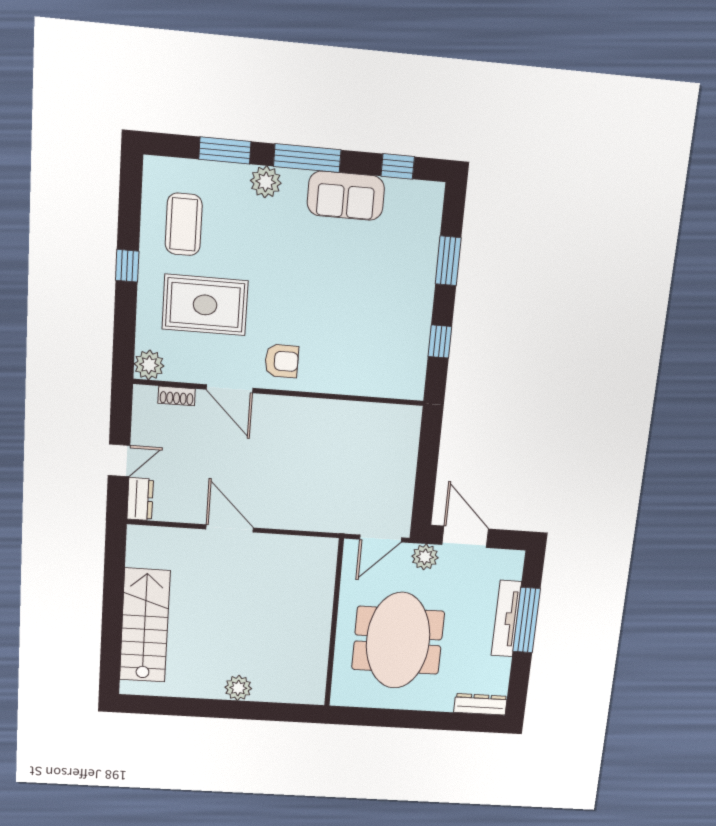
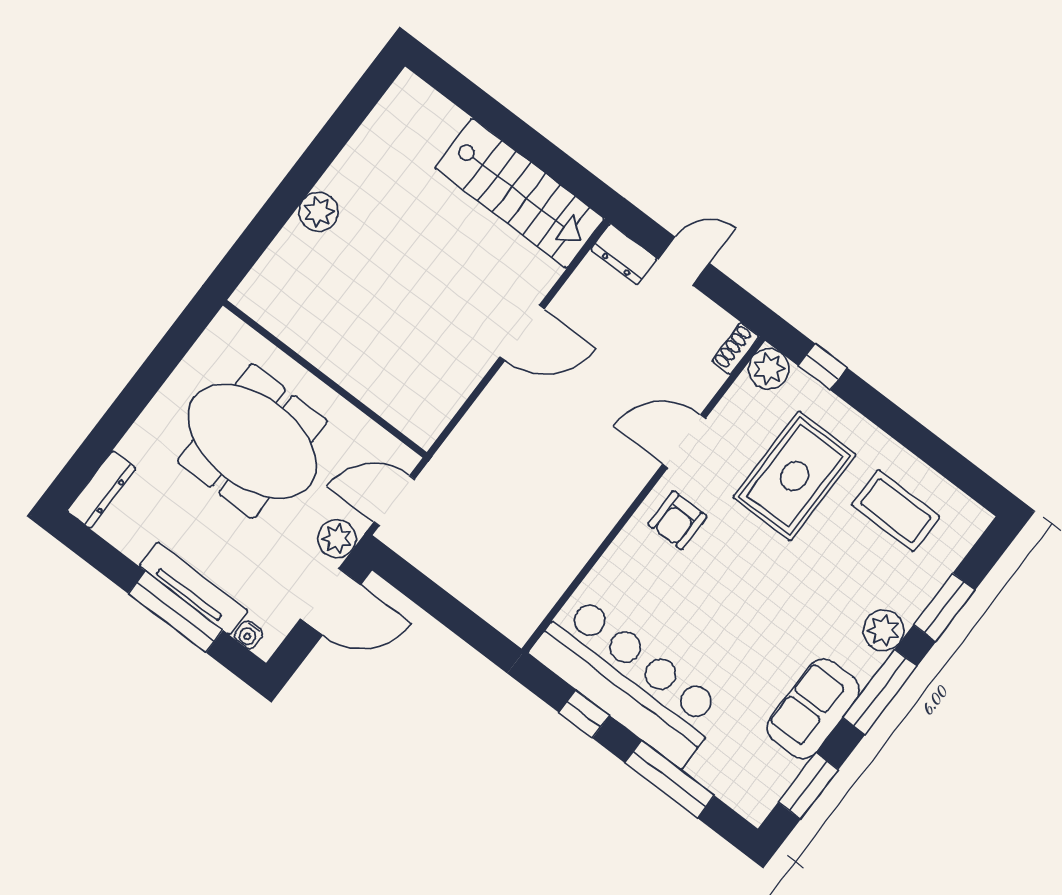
window: (398, 166) -> (808, 786), width x1.50
window: (448, 261) -> (669, 779), width x1.44
window: (127, 266) -> (823, 367), moved
bar counter: (402, 328) -> (628, 680), added
shoe rack: (177, 396) -> (735, 349), moved
door: (119, 460) -> (684, 261), swing flipped
door: (381, 538) -> (394, 501), hinge flipped
water cooler: (515, 571) -> (249, 635), added
stairs: (145, 625) -> (519, 193), moved

